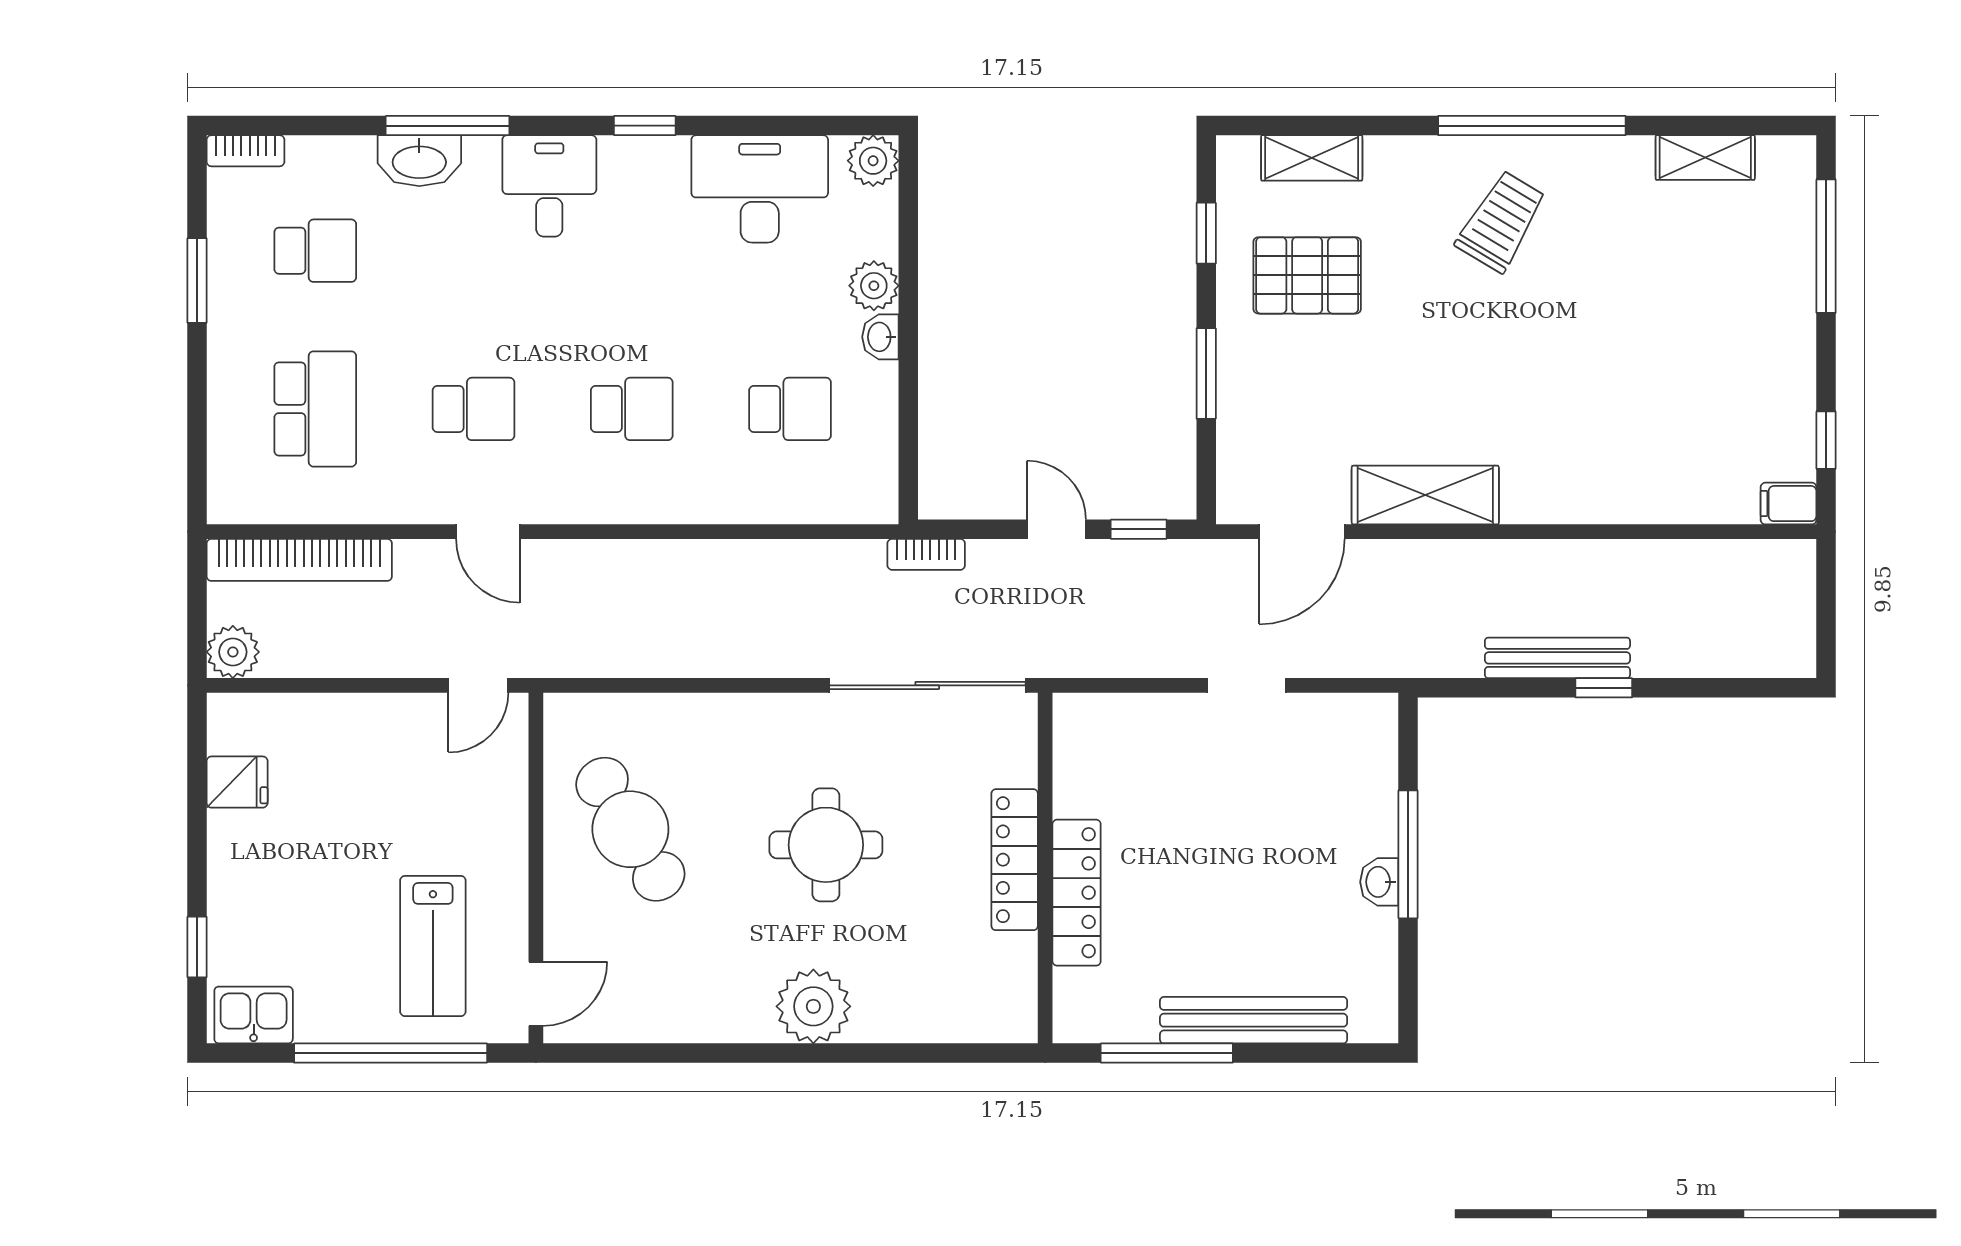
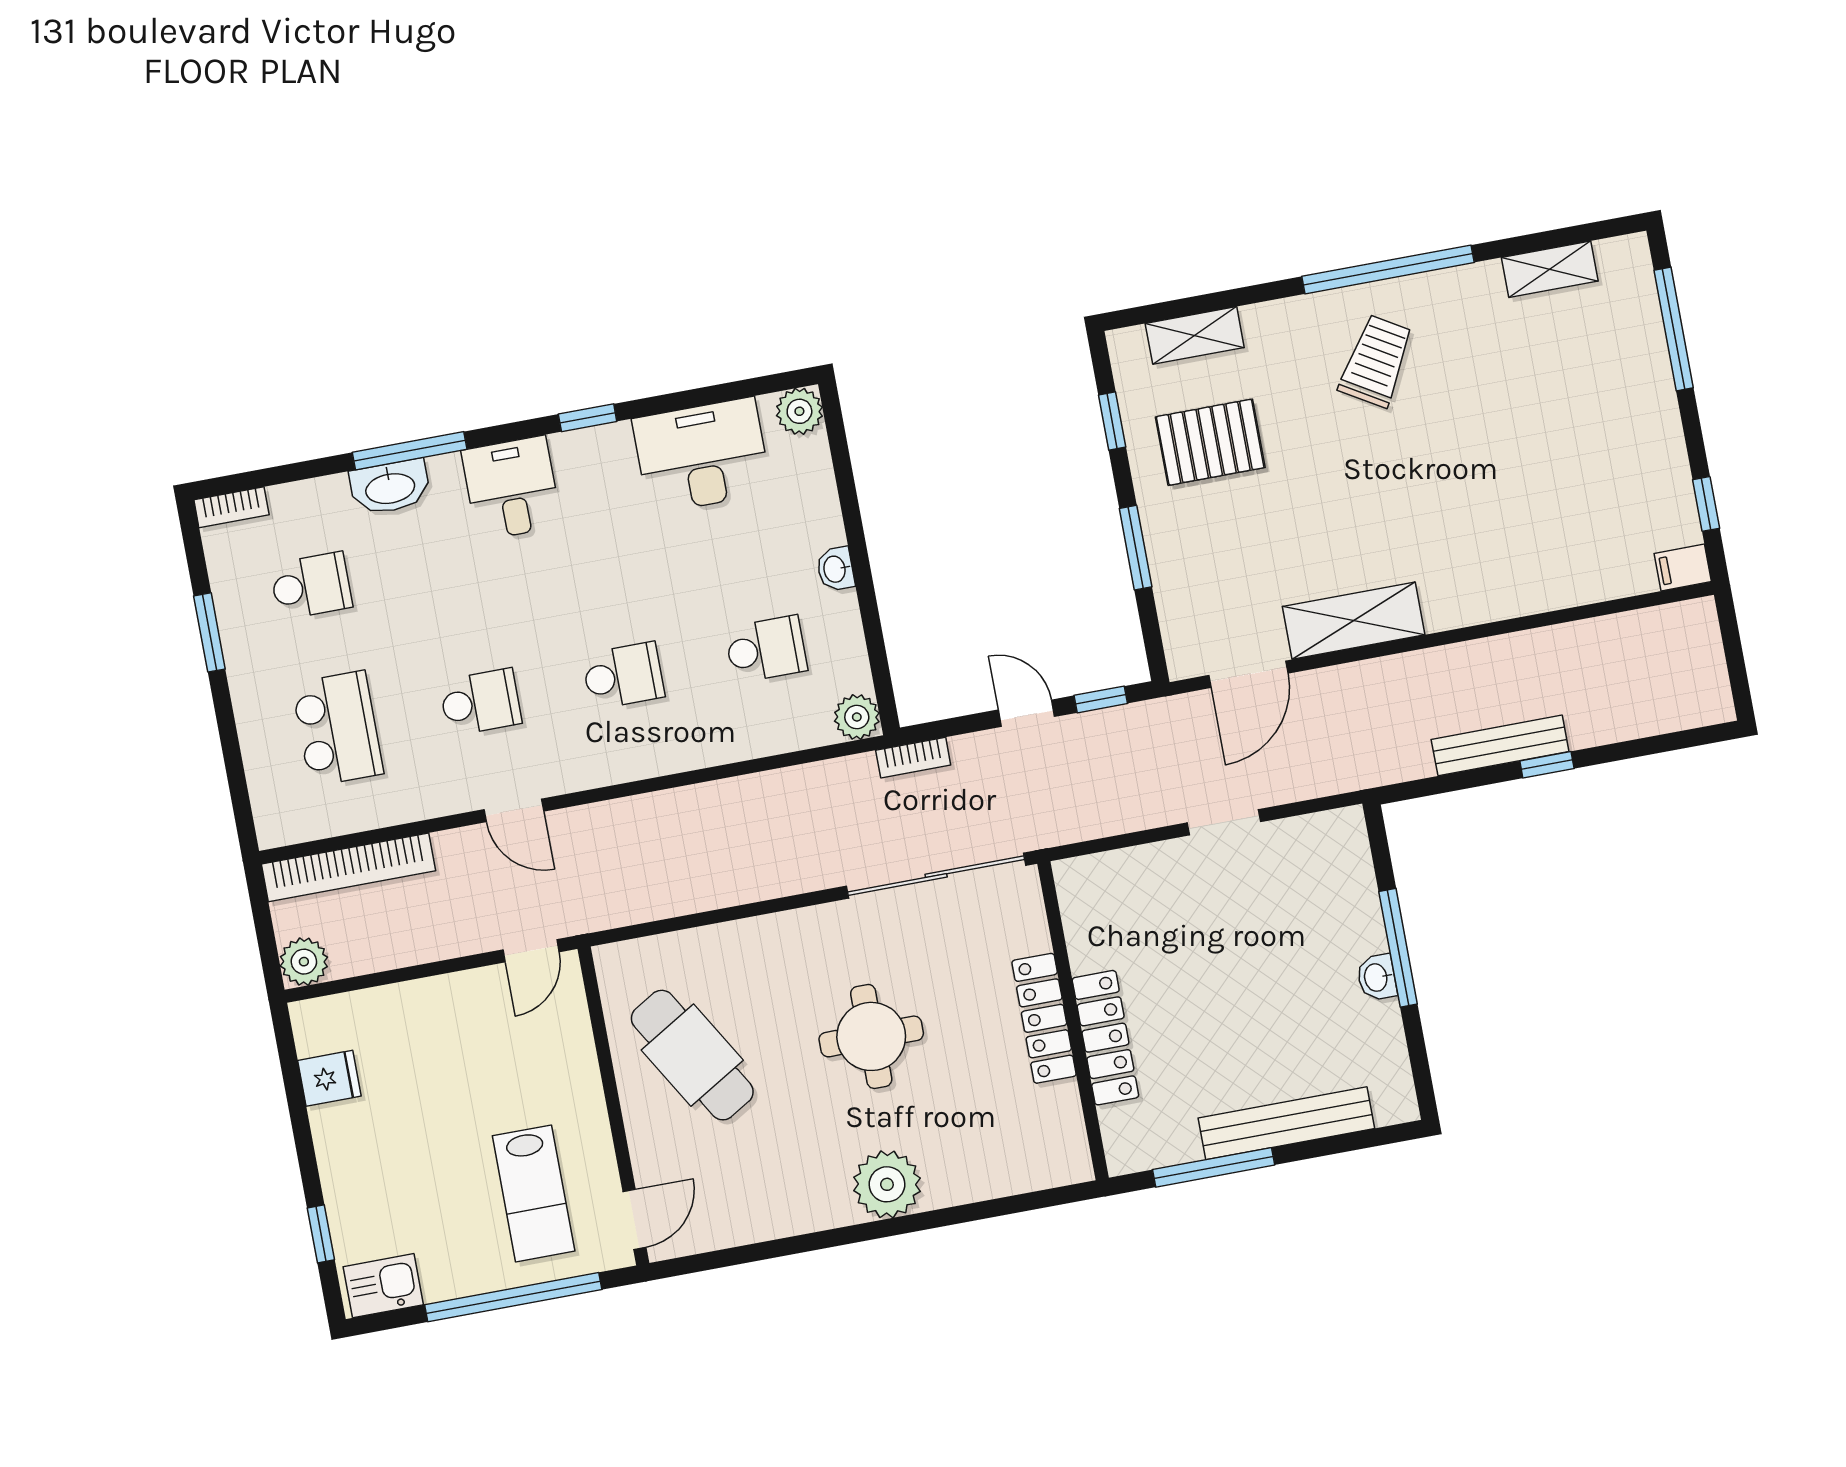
plant: (874, 286) -> (857, 717), moved

